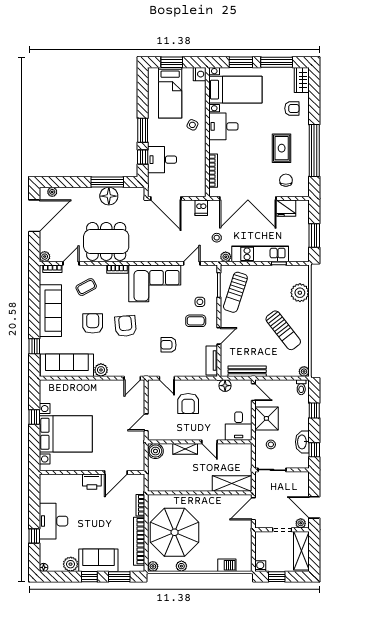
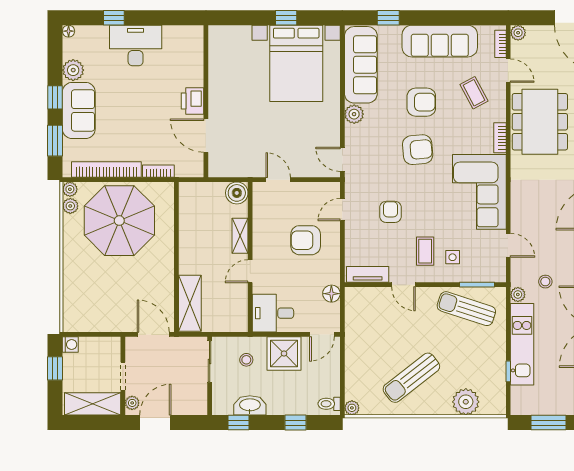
bench: (247, 371) -> (352, 325), removed
bed with nightstands: (66, 434) -> (296, 63), moved
barbecue: (227, 565) -> (72, 296), removed
plant: (181, 566) -> (70, 206), moved

